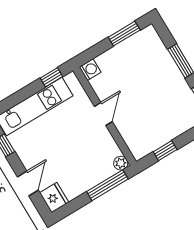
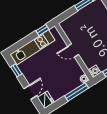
washing machine: (90, 70) -> (94, 71), moved
door: (103, 114) -> (73, 50), swing flipped

